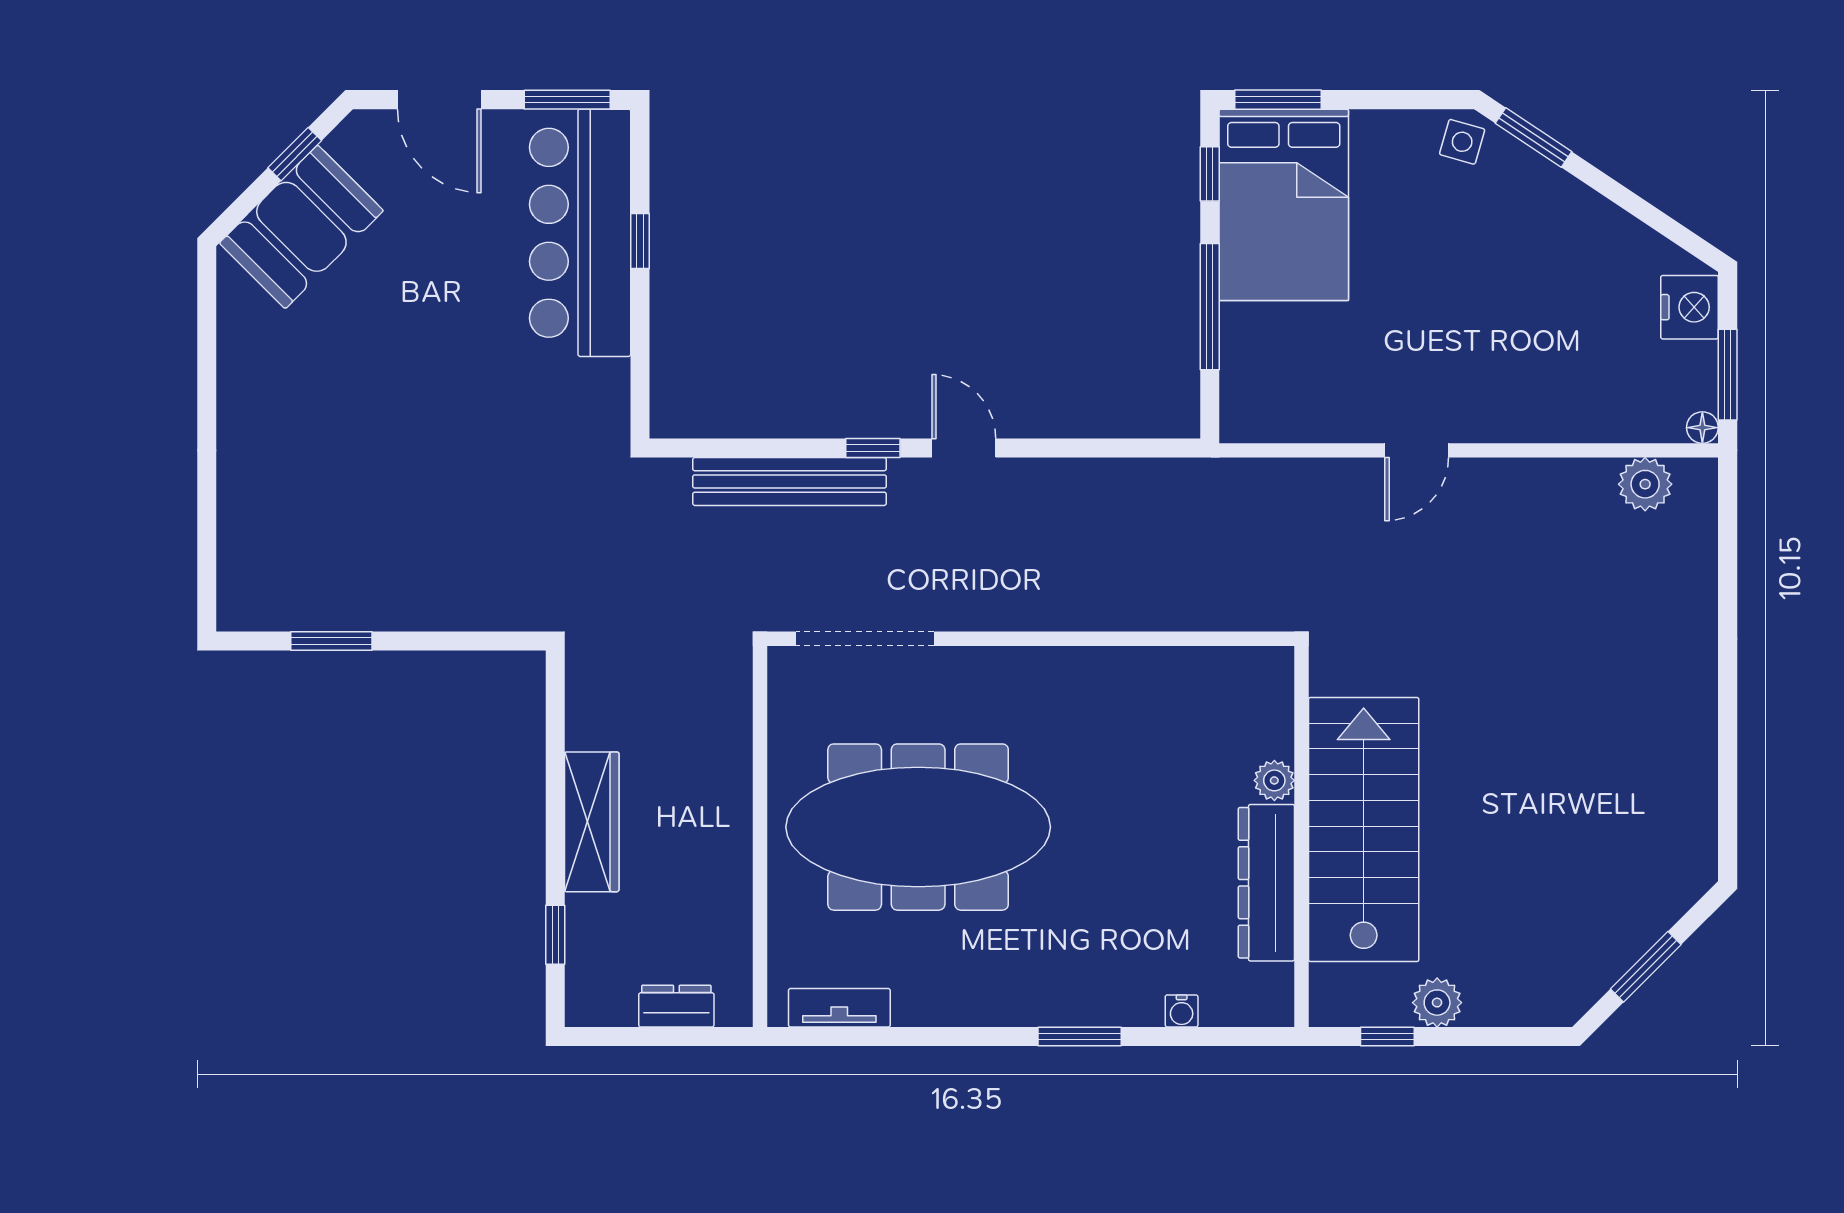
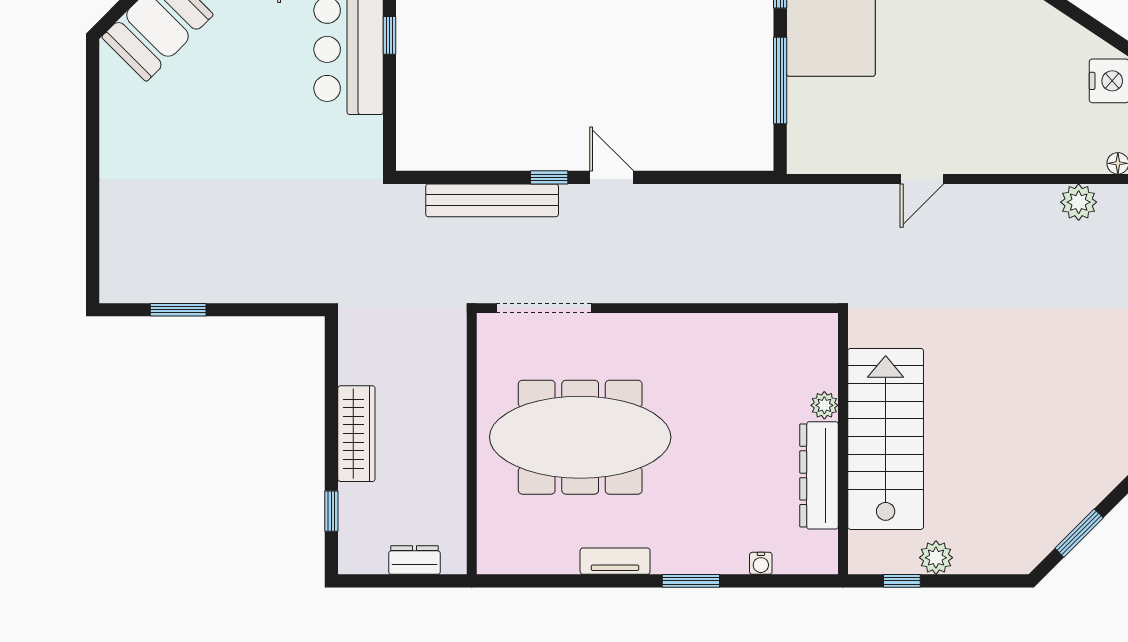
tv unit: (839, 1008) -> (615, 561), moved

